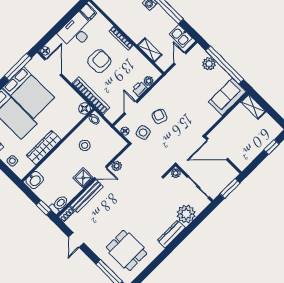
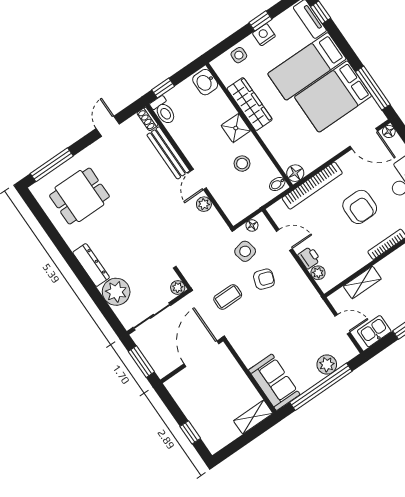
coffee table: (176, 139) -> (228, 297), added
shower: (83, 178) -> (236, 128), moved
door: (76, 240) -> (108, 126), hinge flipped

